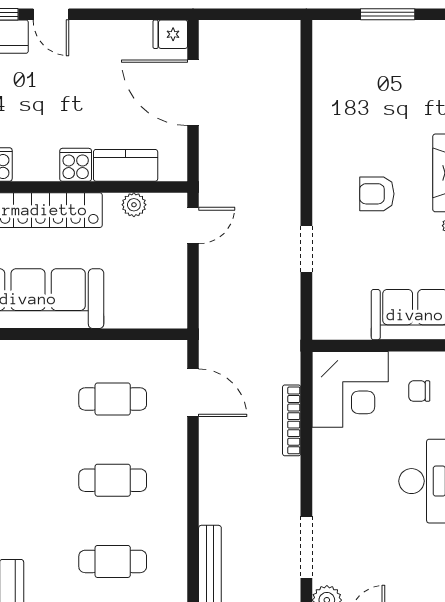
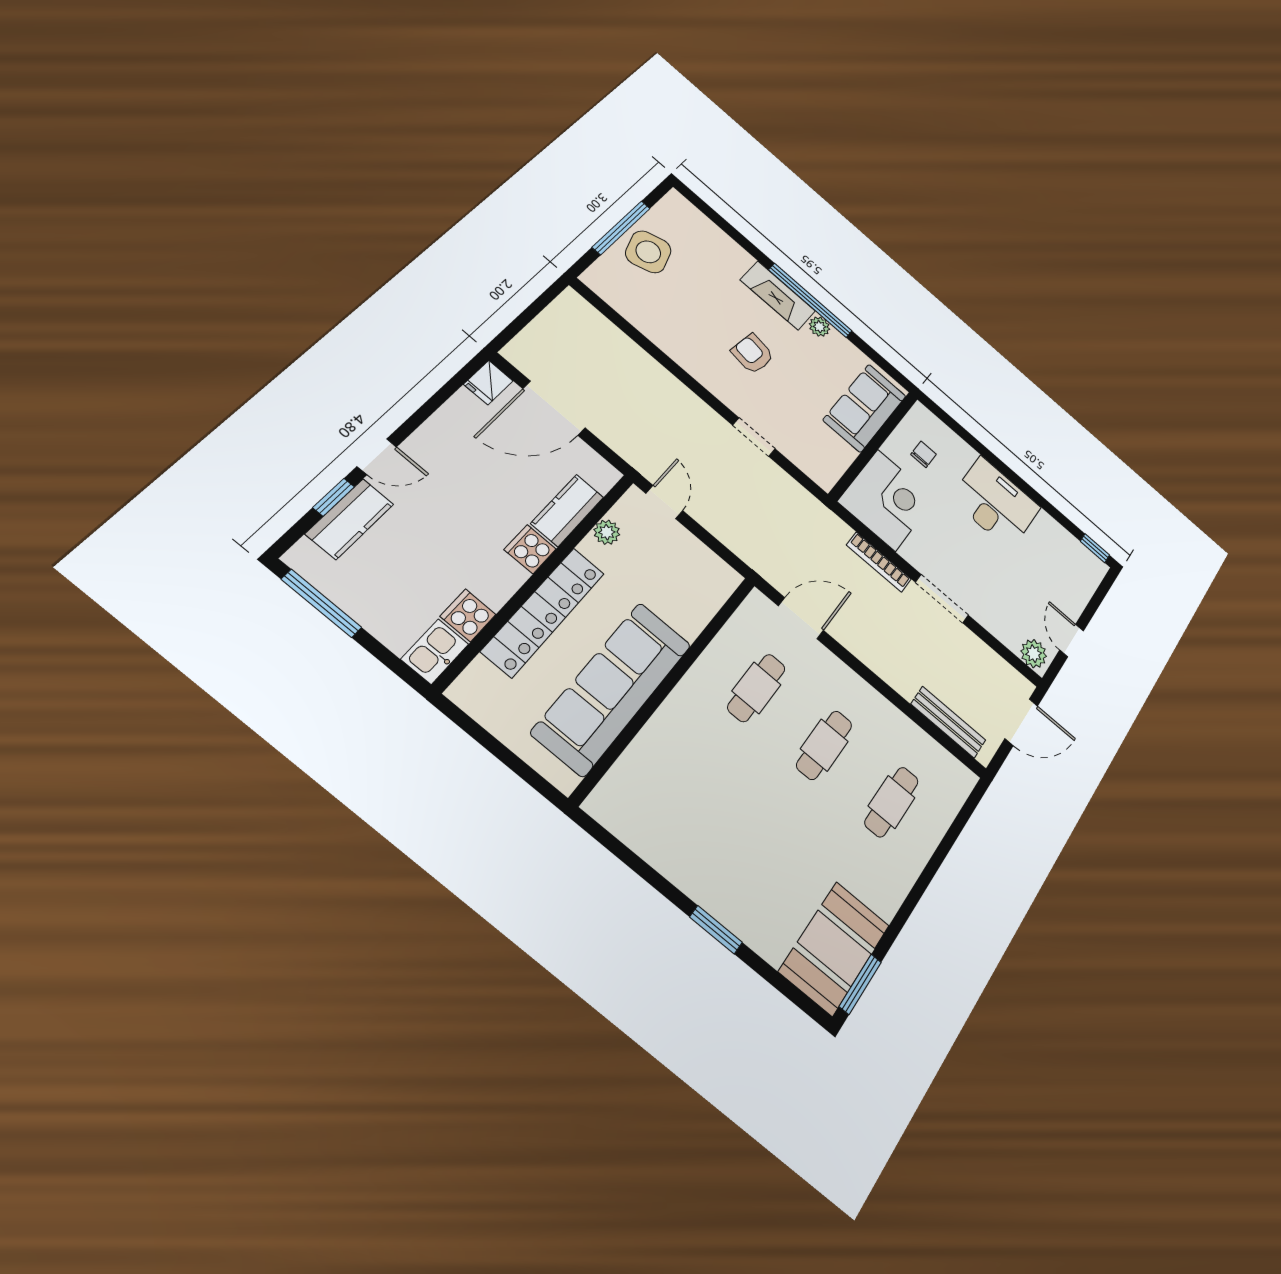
window: (388, 14) -> (621, 228), width x1.44
side table: (387, 50) -> (648, 252), added
armchair: (377, 194) -> (753, 354), turned 98
chair: (419, 391) -> (923, 454), turned 180
doorway: (306, 547) -> (942, 599), moved

